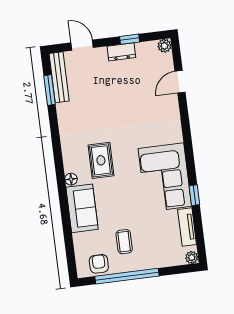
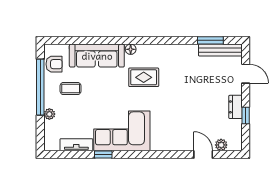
door: (82, 45) -> (246, 74), hinge flipped
plant: (164, 46) -> (221, 145), moved
sofa: (82, 208) -> (97, 56), width x1.36
plant: (192, 257) -> (49, 114), moved

